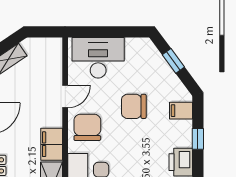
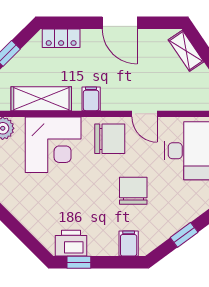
window: (198, 139) -> (79, 262), moved
filing cabinet: (52, 144) -> (91, 99), width x0.50

